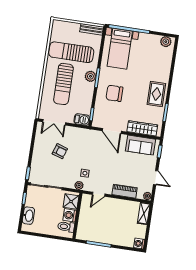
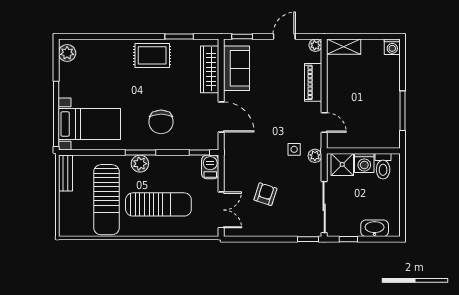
door: (112, 131) -> (221, 117), hinge flipped

